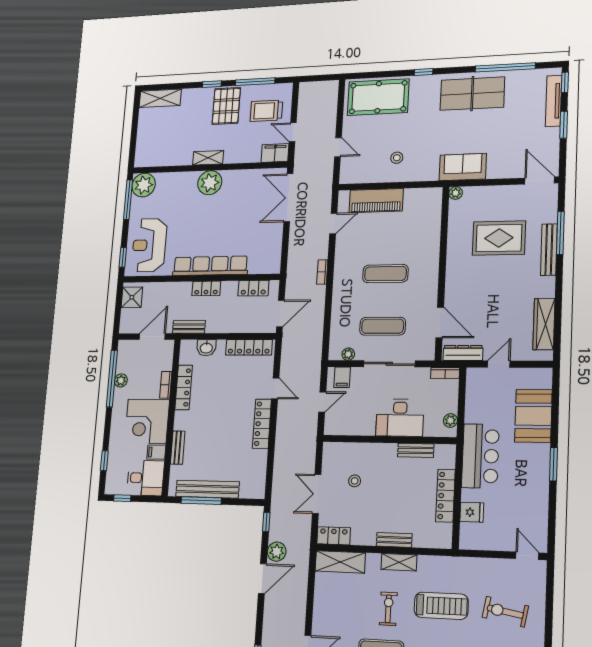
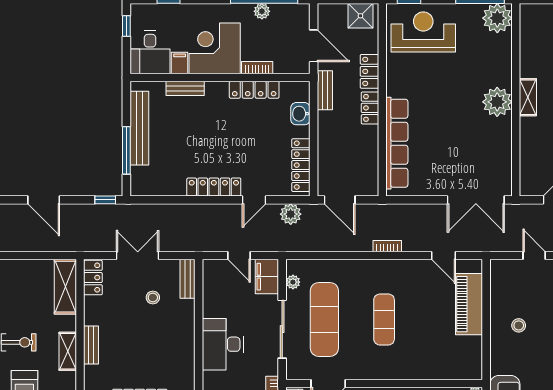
door: (338, 147) -> (534, 256), swing flipped
filing cabinet: (275, 153) -> (530, 180), removed
double door: (288, 198) -> (476, 200), swing flipped
row of seats: (210, 266) -> (397, 143), moved
locker: (253, 288) -> (369, 71), moved
exercise mat: (383, 326) -> (324, 319), width x1.36, depth x1.45
filing cabinet: (342, 377) -> (267, 277), width x2.00
bench: (416, 450) -> (187, 279), moved
window: (201, 501) -> (126, 150), moved
plant: (277, 552) -> (291, 214), moved

